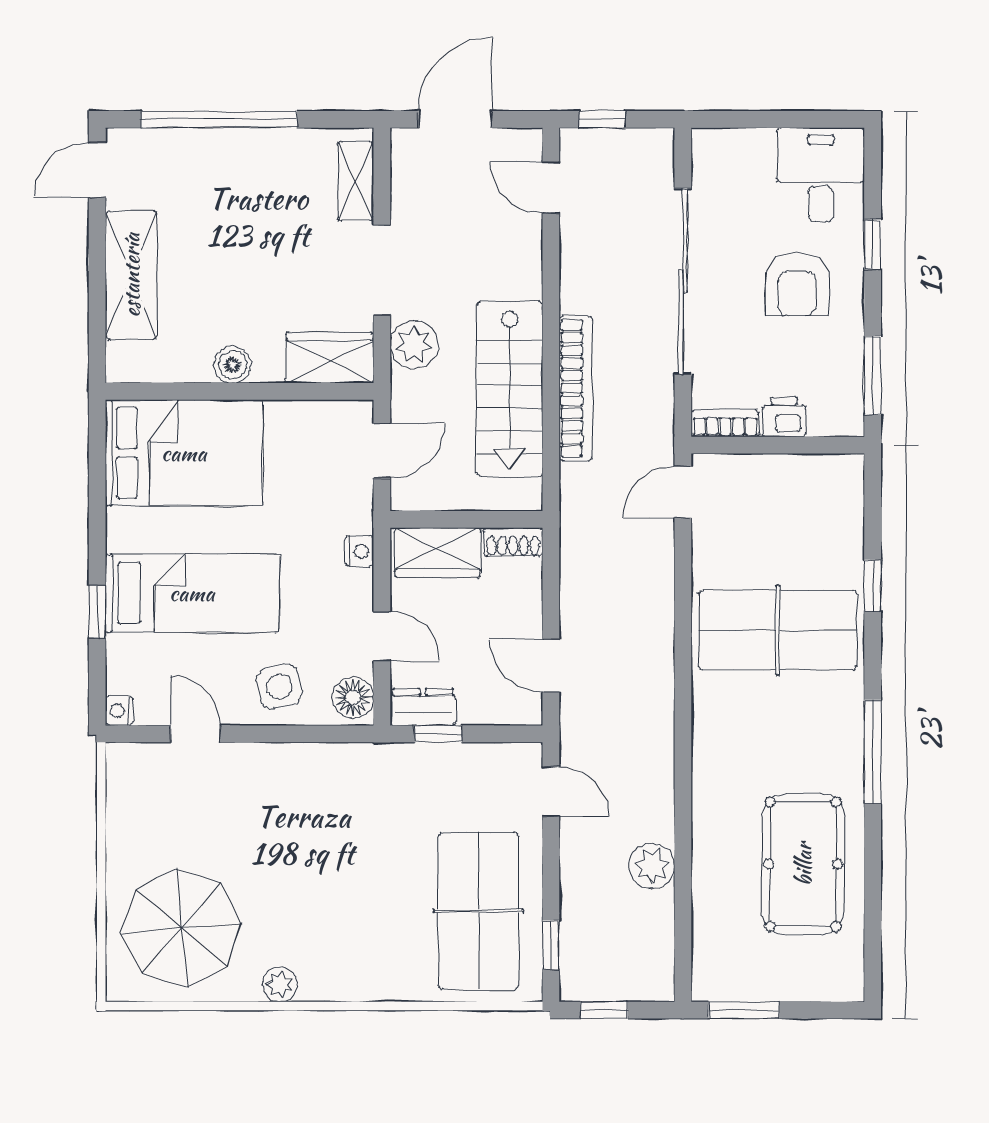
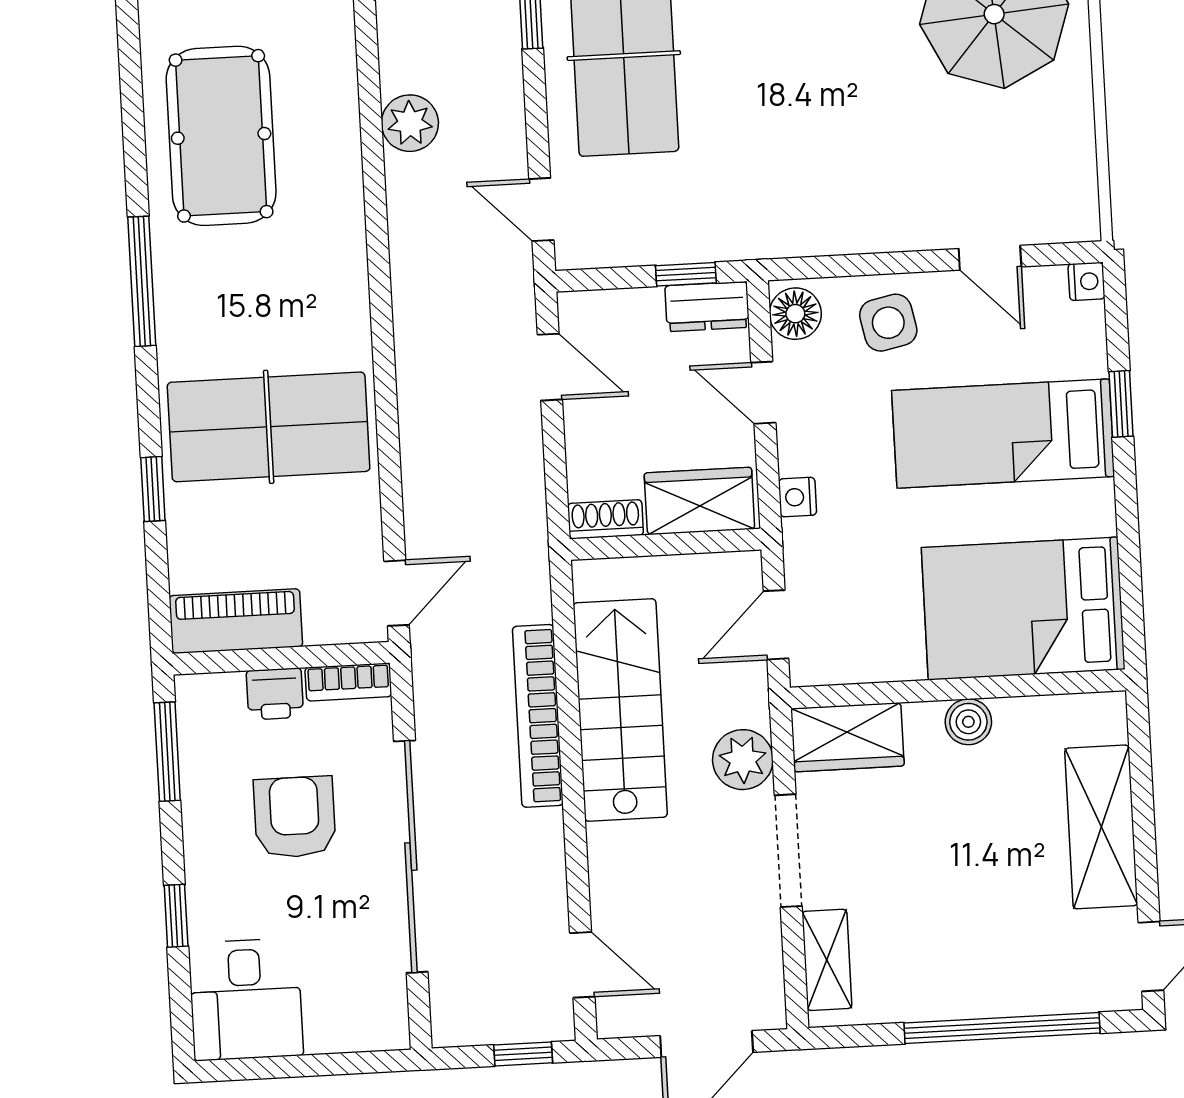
armchair: (797, 284) -> (295, 817), moved
piano: (812, 477) -> (236, 621), added

